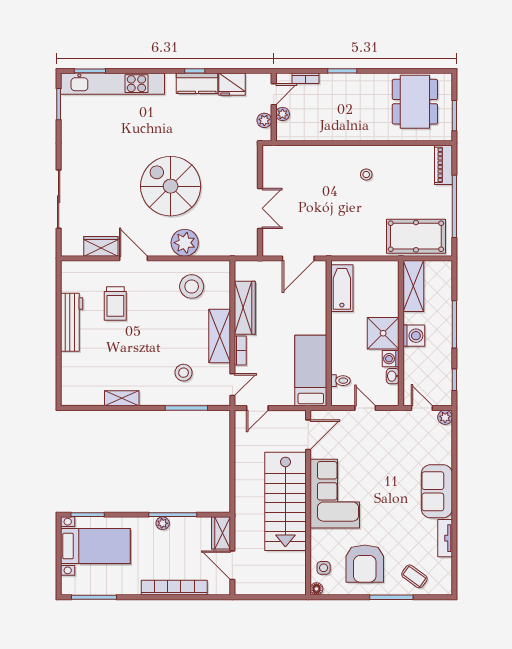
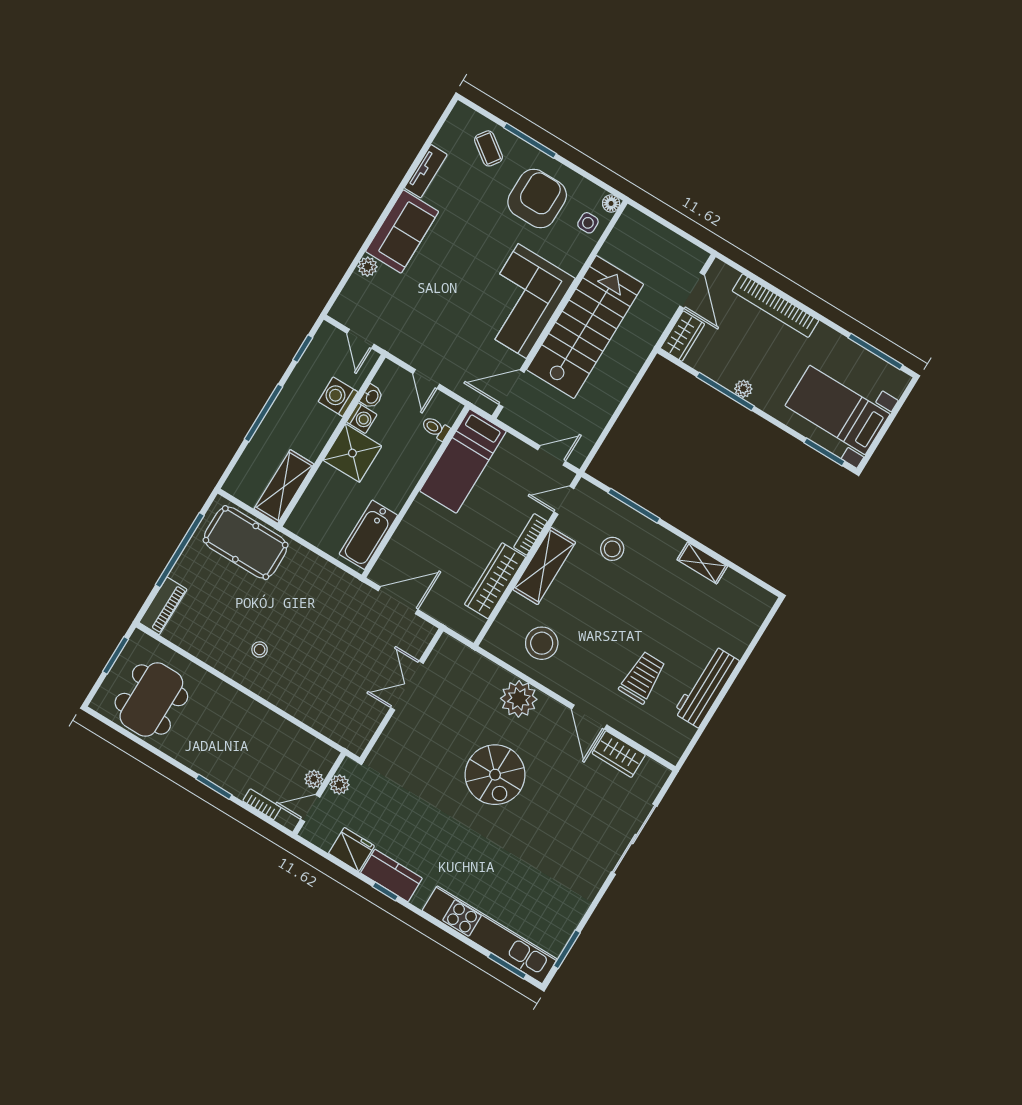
spiral stairs: (171, 186) -> (495, 775), width x0.73, depth x0.73
washing machine: (414, 336) -> (338, 397), moved
plant: (445, 417) -> (368, 267), moved

